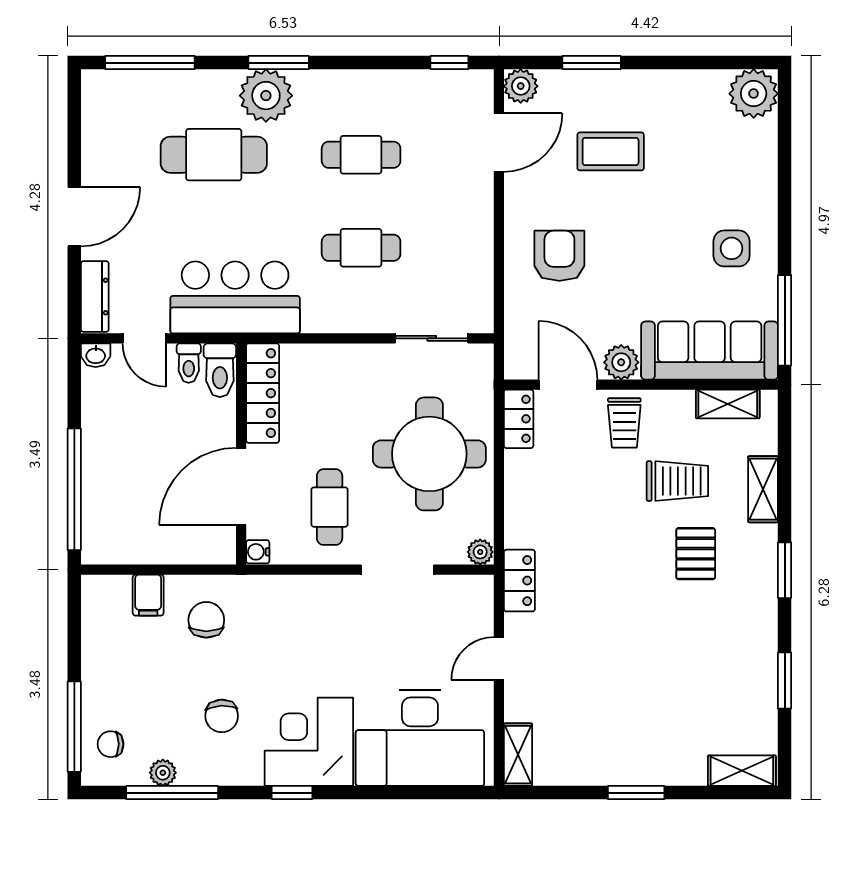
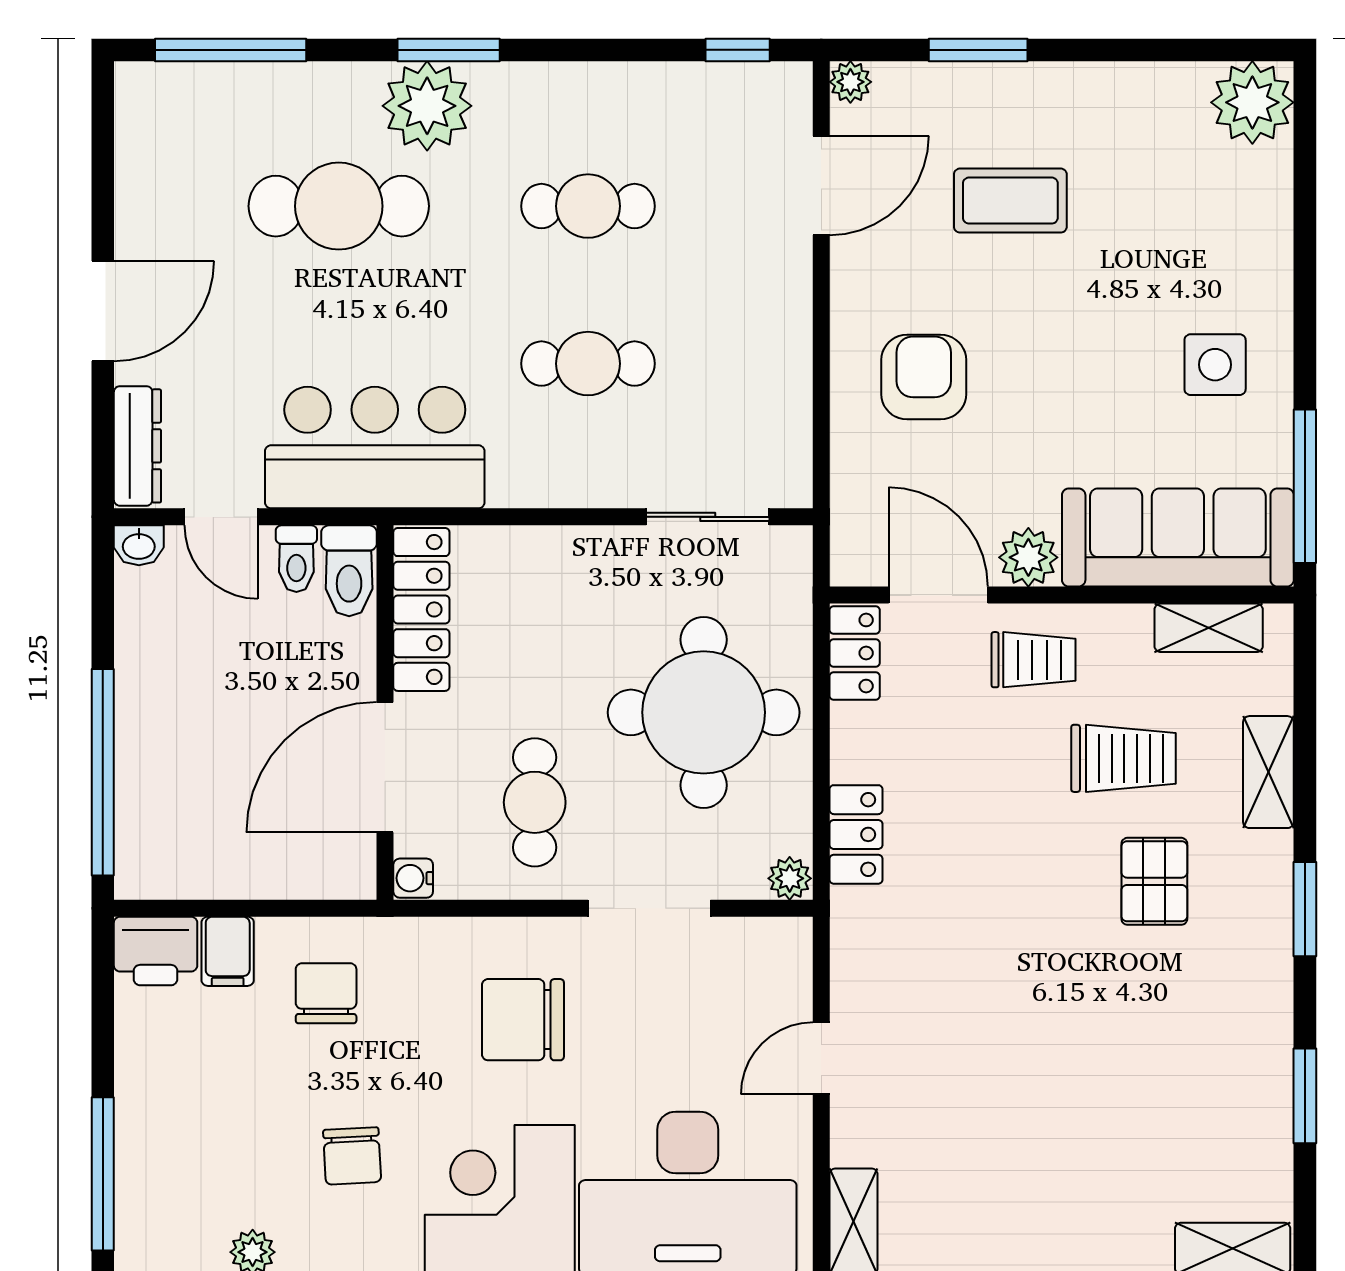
plant: (521, 86) -> (850, 82), width x0.73, depth x0.73
trolley: (624, 423) -> (1034, 660), turned -90
locker: (519, 581) -> (856, 834), moved
printer: (106, 595) -> (156, 951), added
chair: (111, 744) -> (523, 1020), moved, width x1.87, depth x1.87

